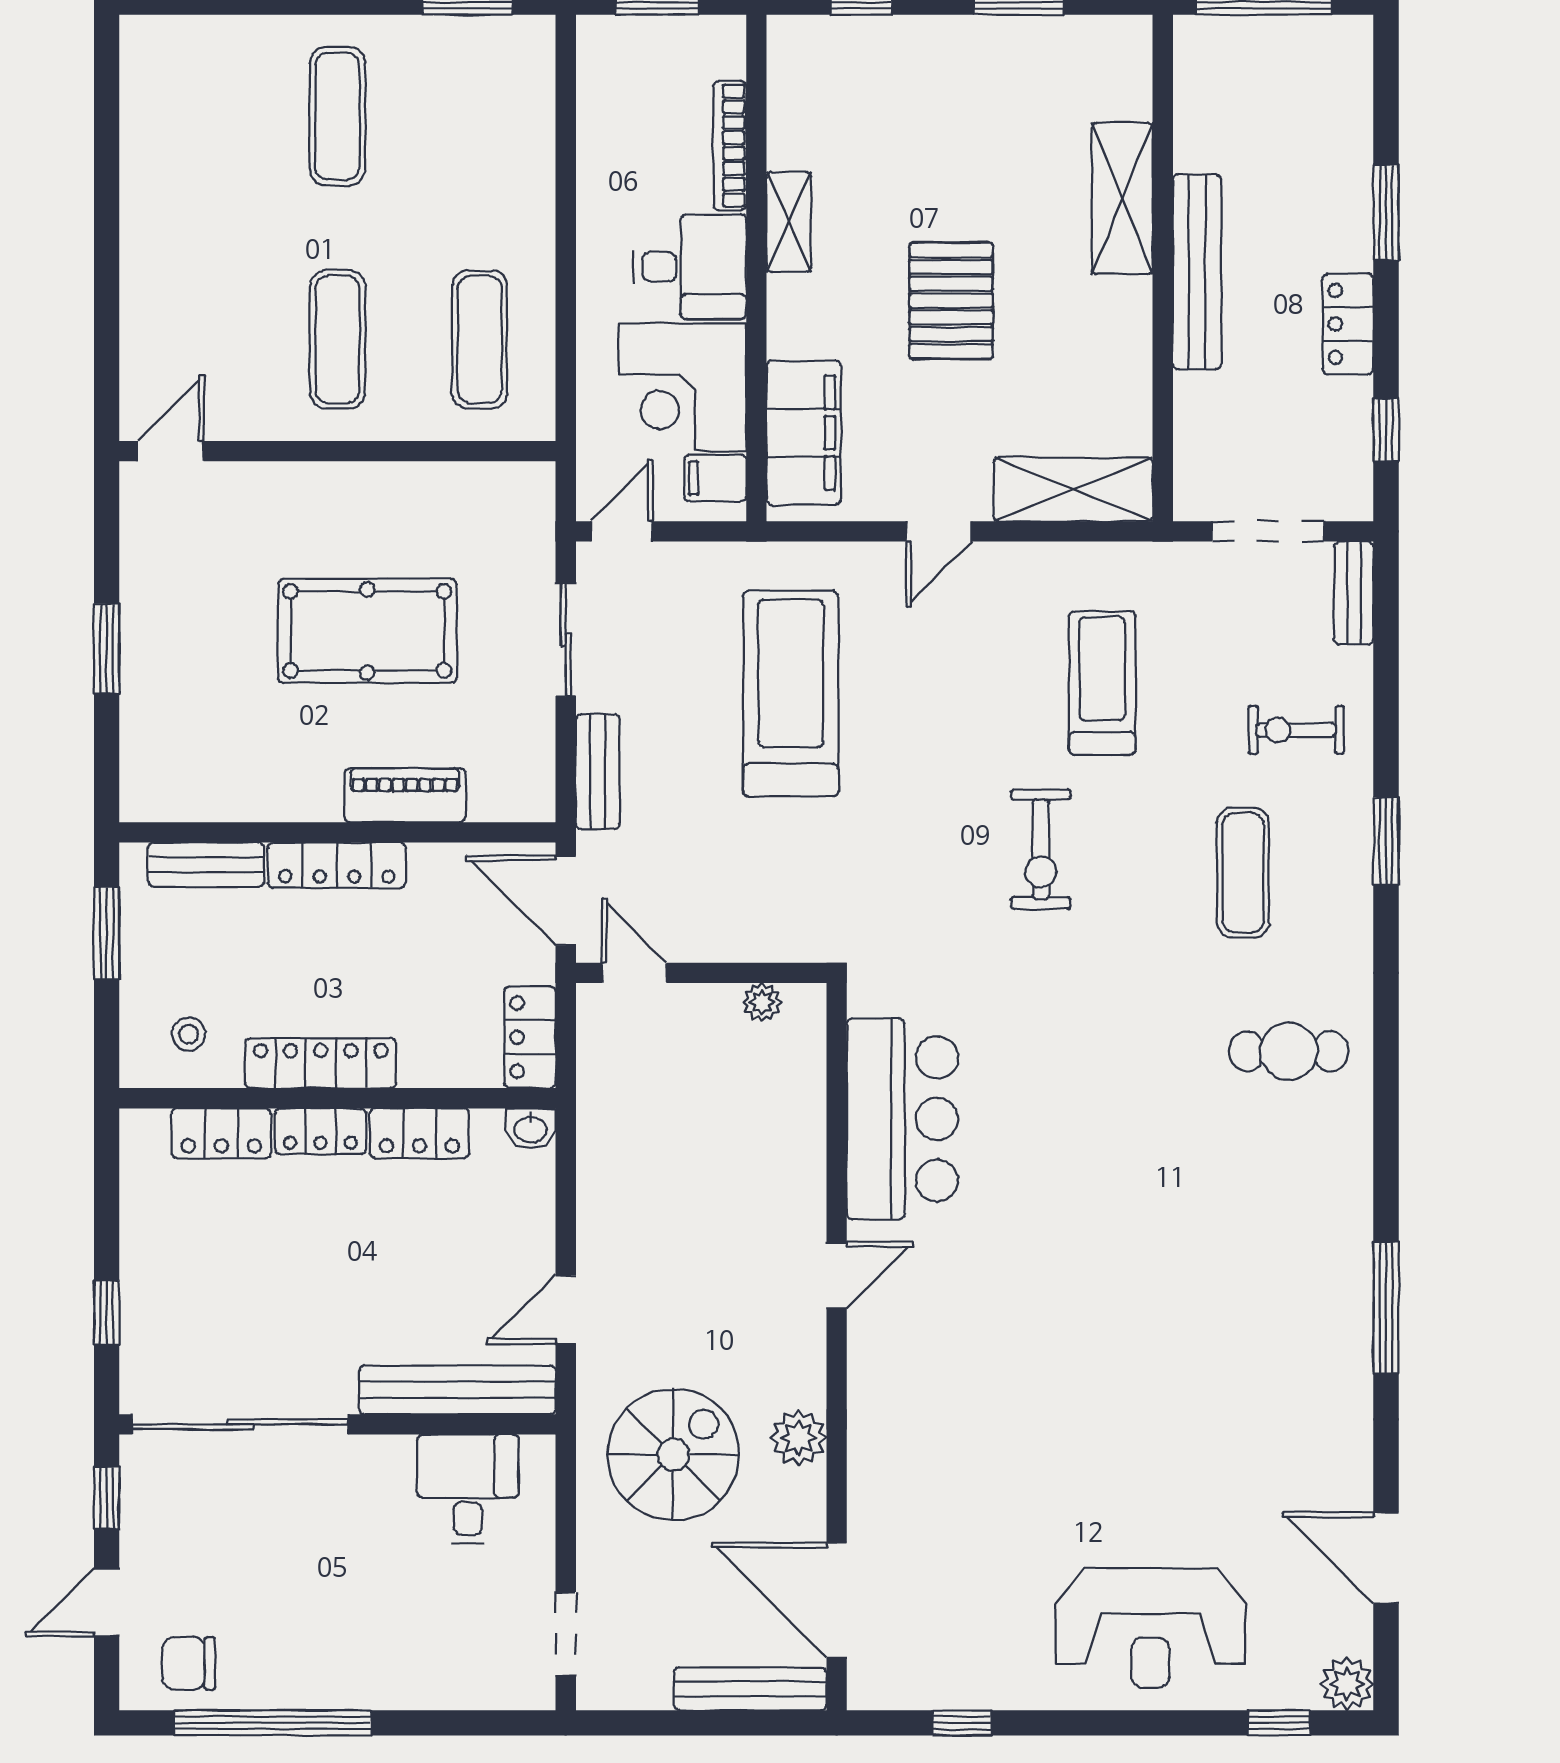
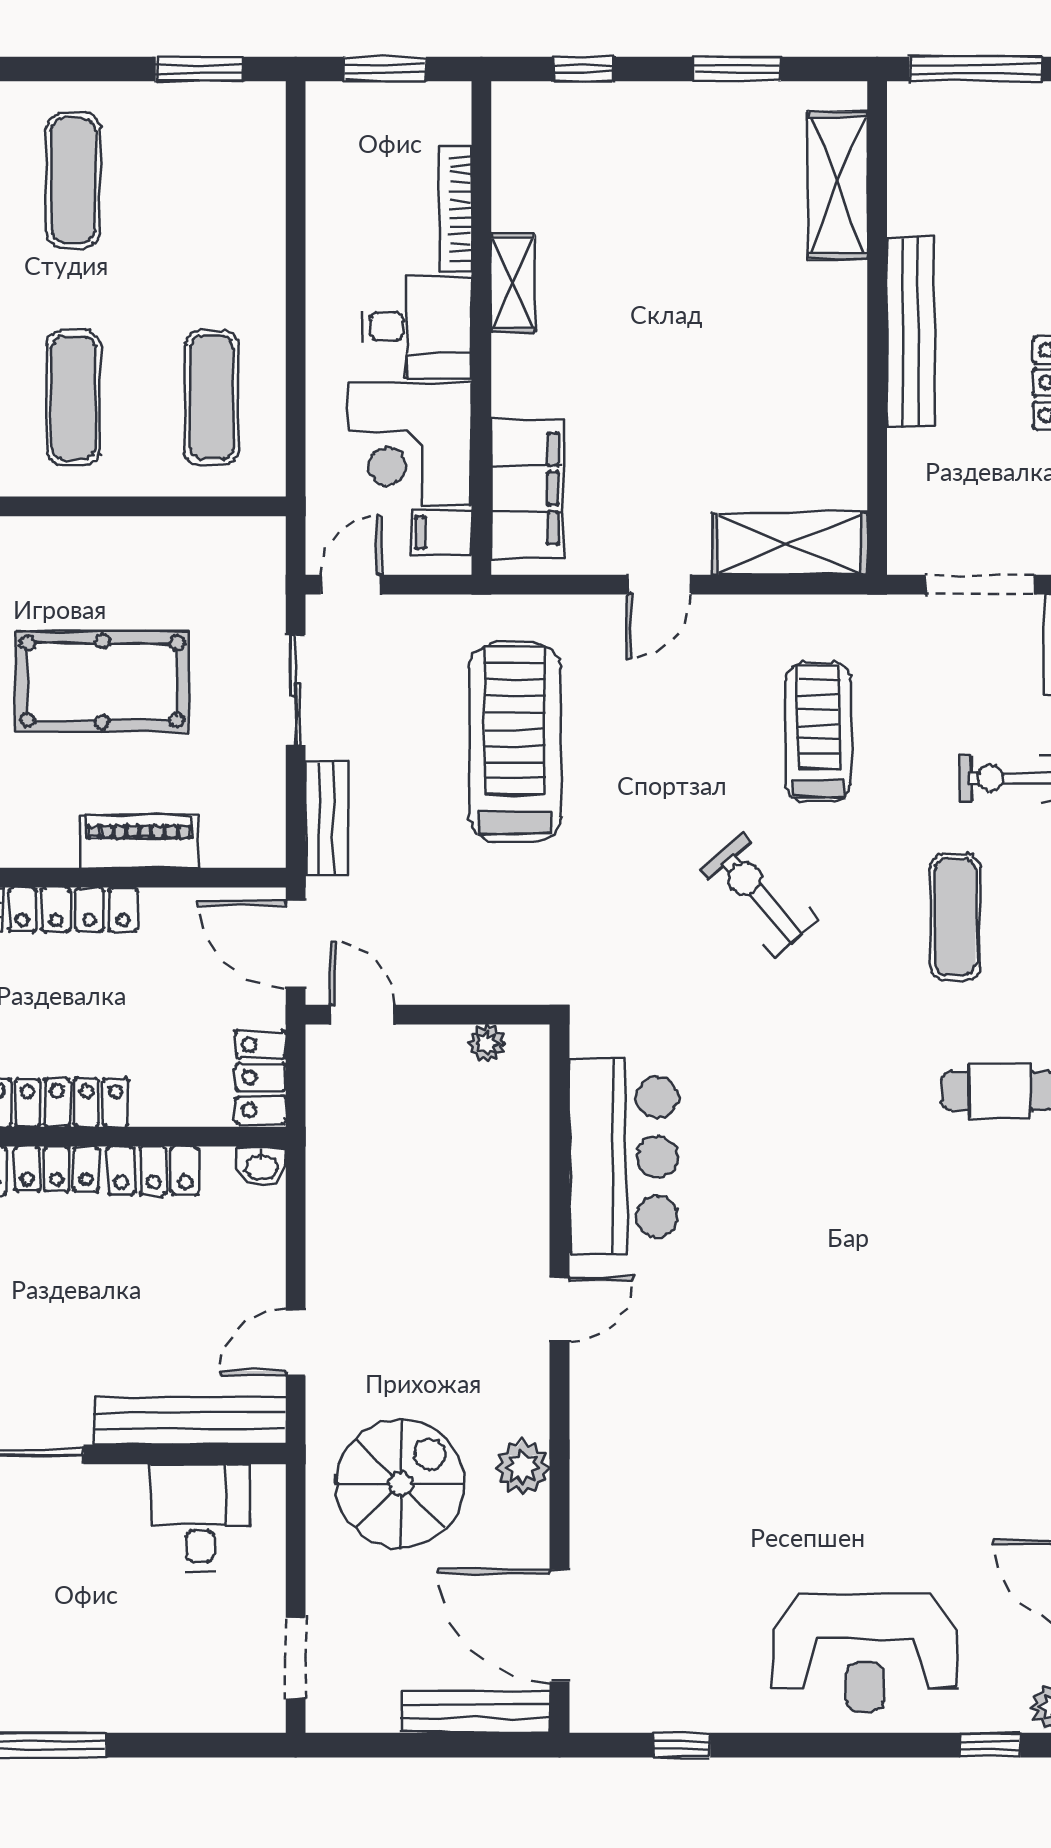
shelving: (1122, 198) -> (838, 185), moved
pallet: (951, 301) -> (671, 360), removed
exercise bike: (1041, 849) -> (758, 894), turned 139

